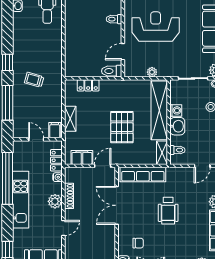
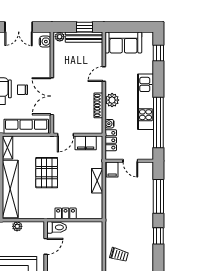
trolley: (34, 80) -> (119, 255), moved
locker: (88, 85) -> (66, 213), moved
double door: (117, 205) -> (52, 96), swing flipped
chair: (138, 243) -> (22, 90), moved

